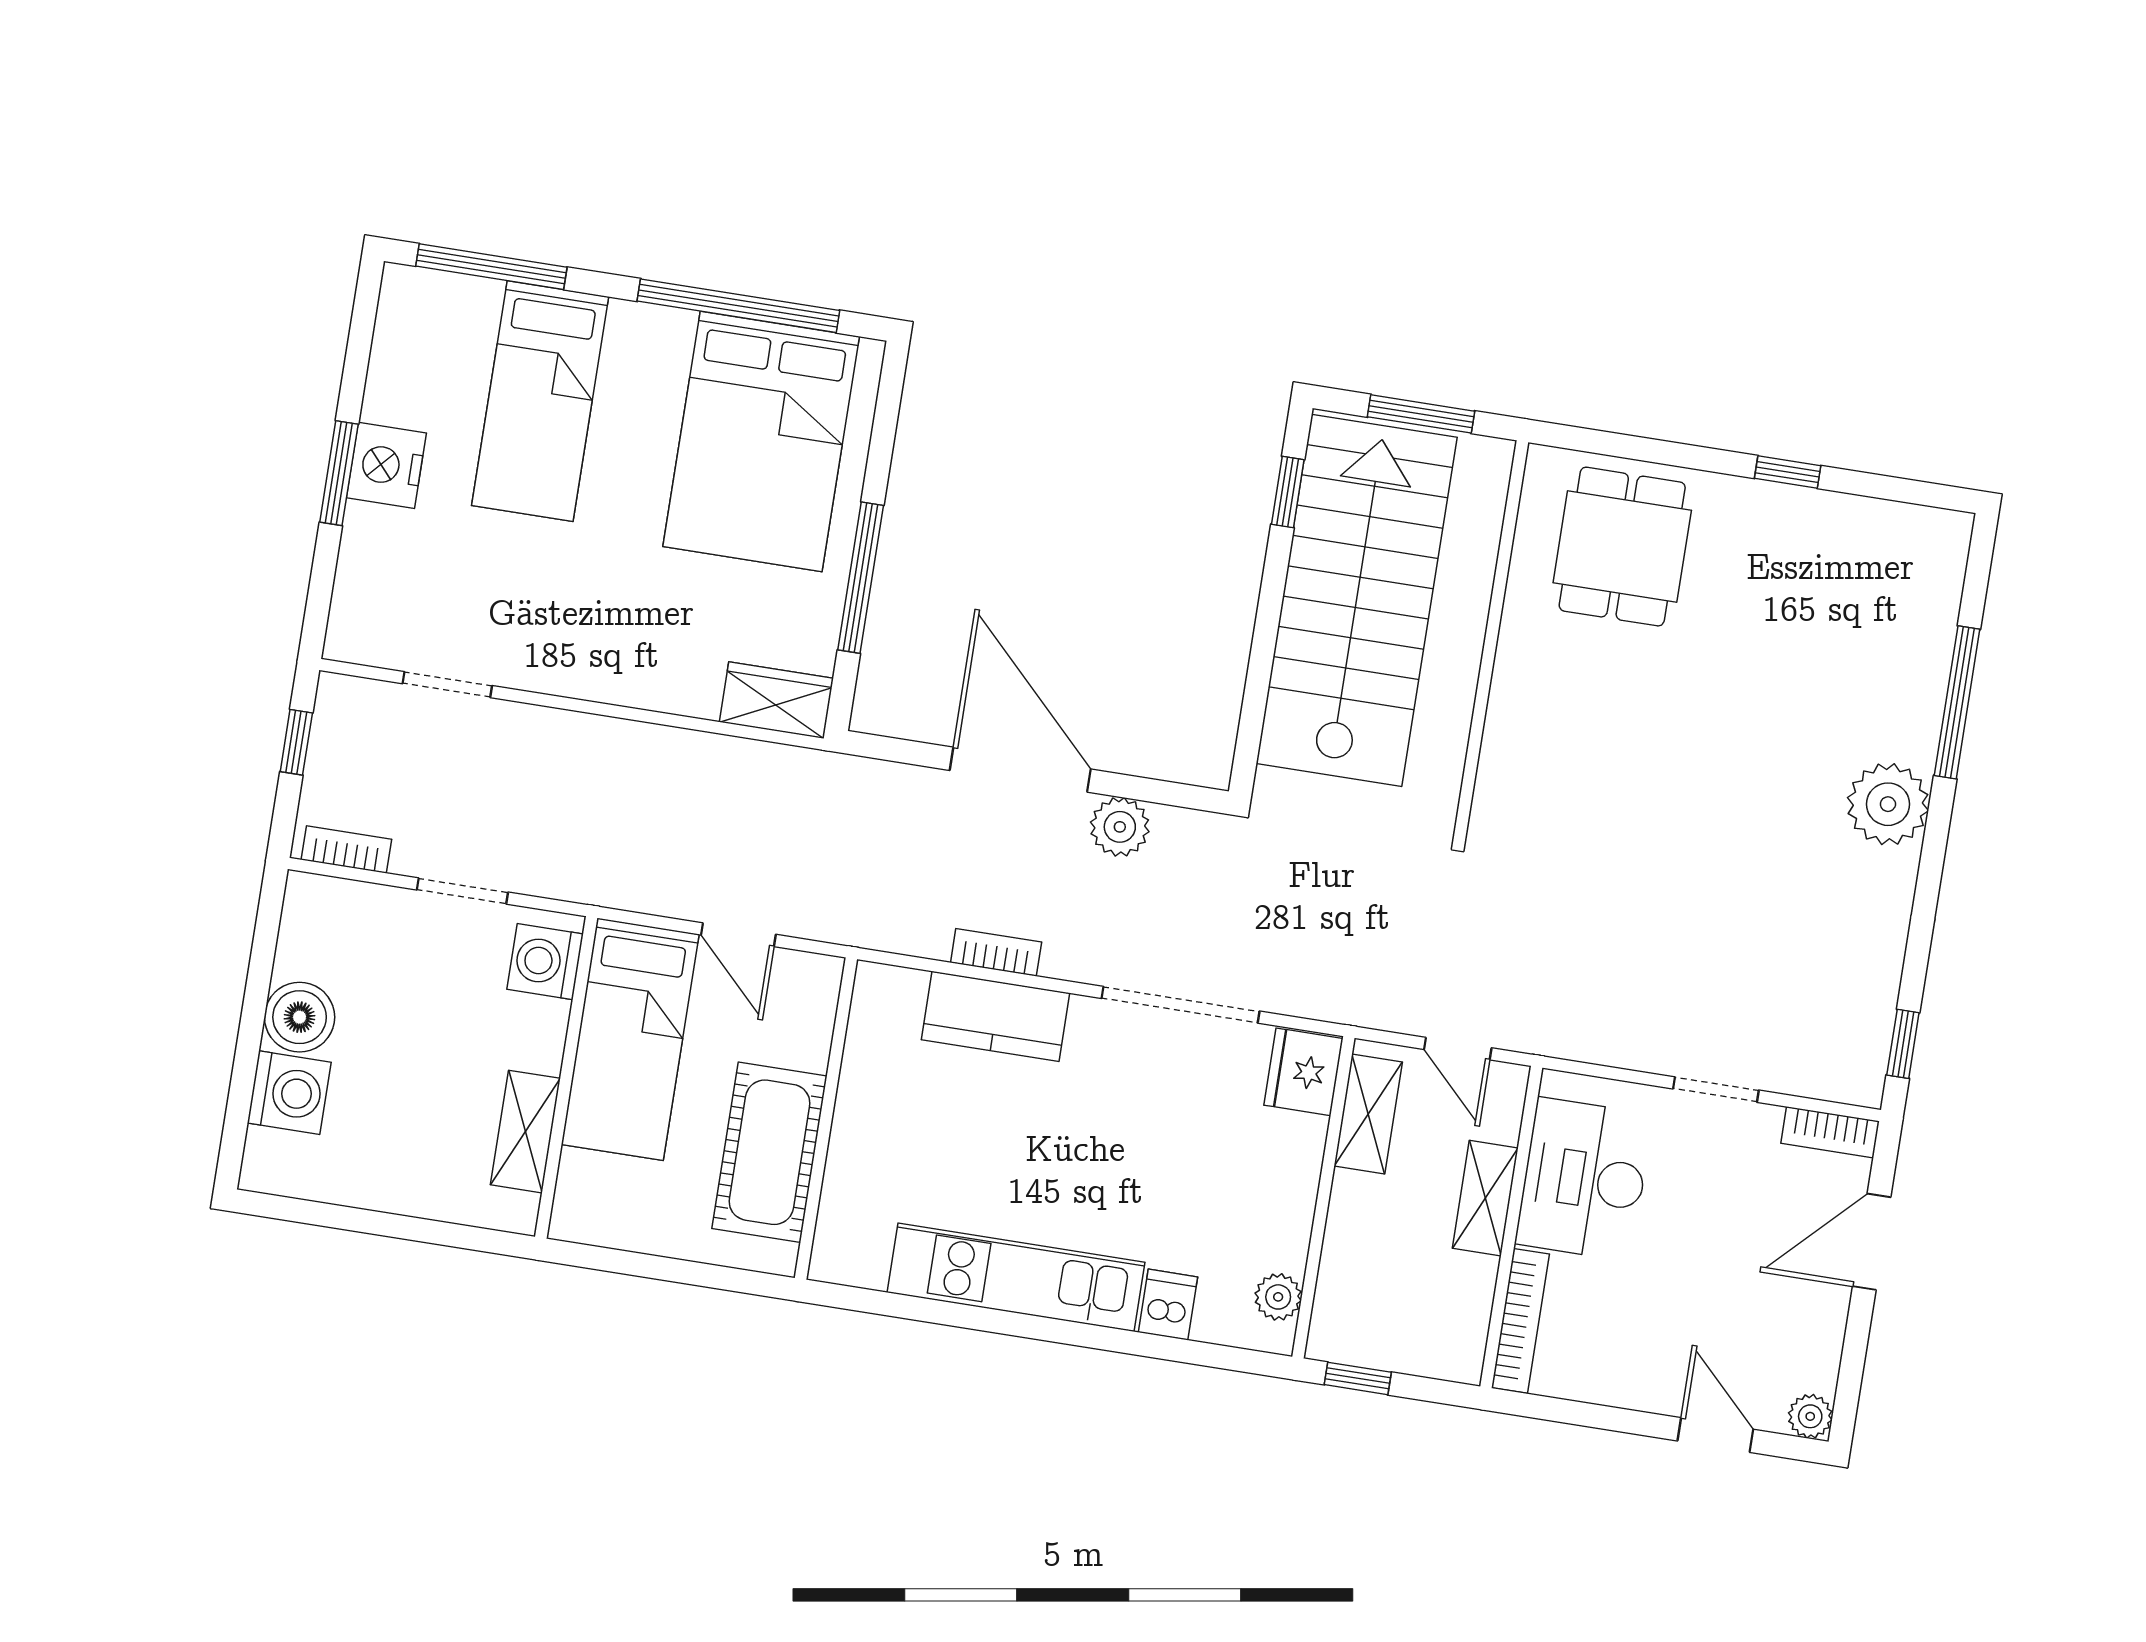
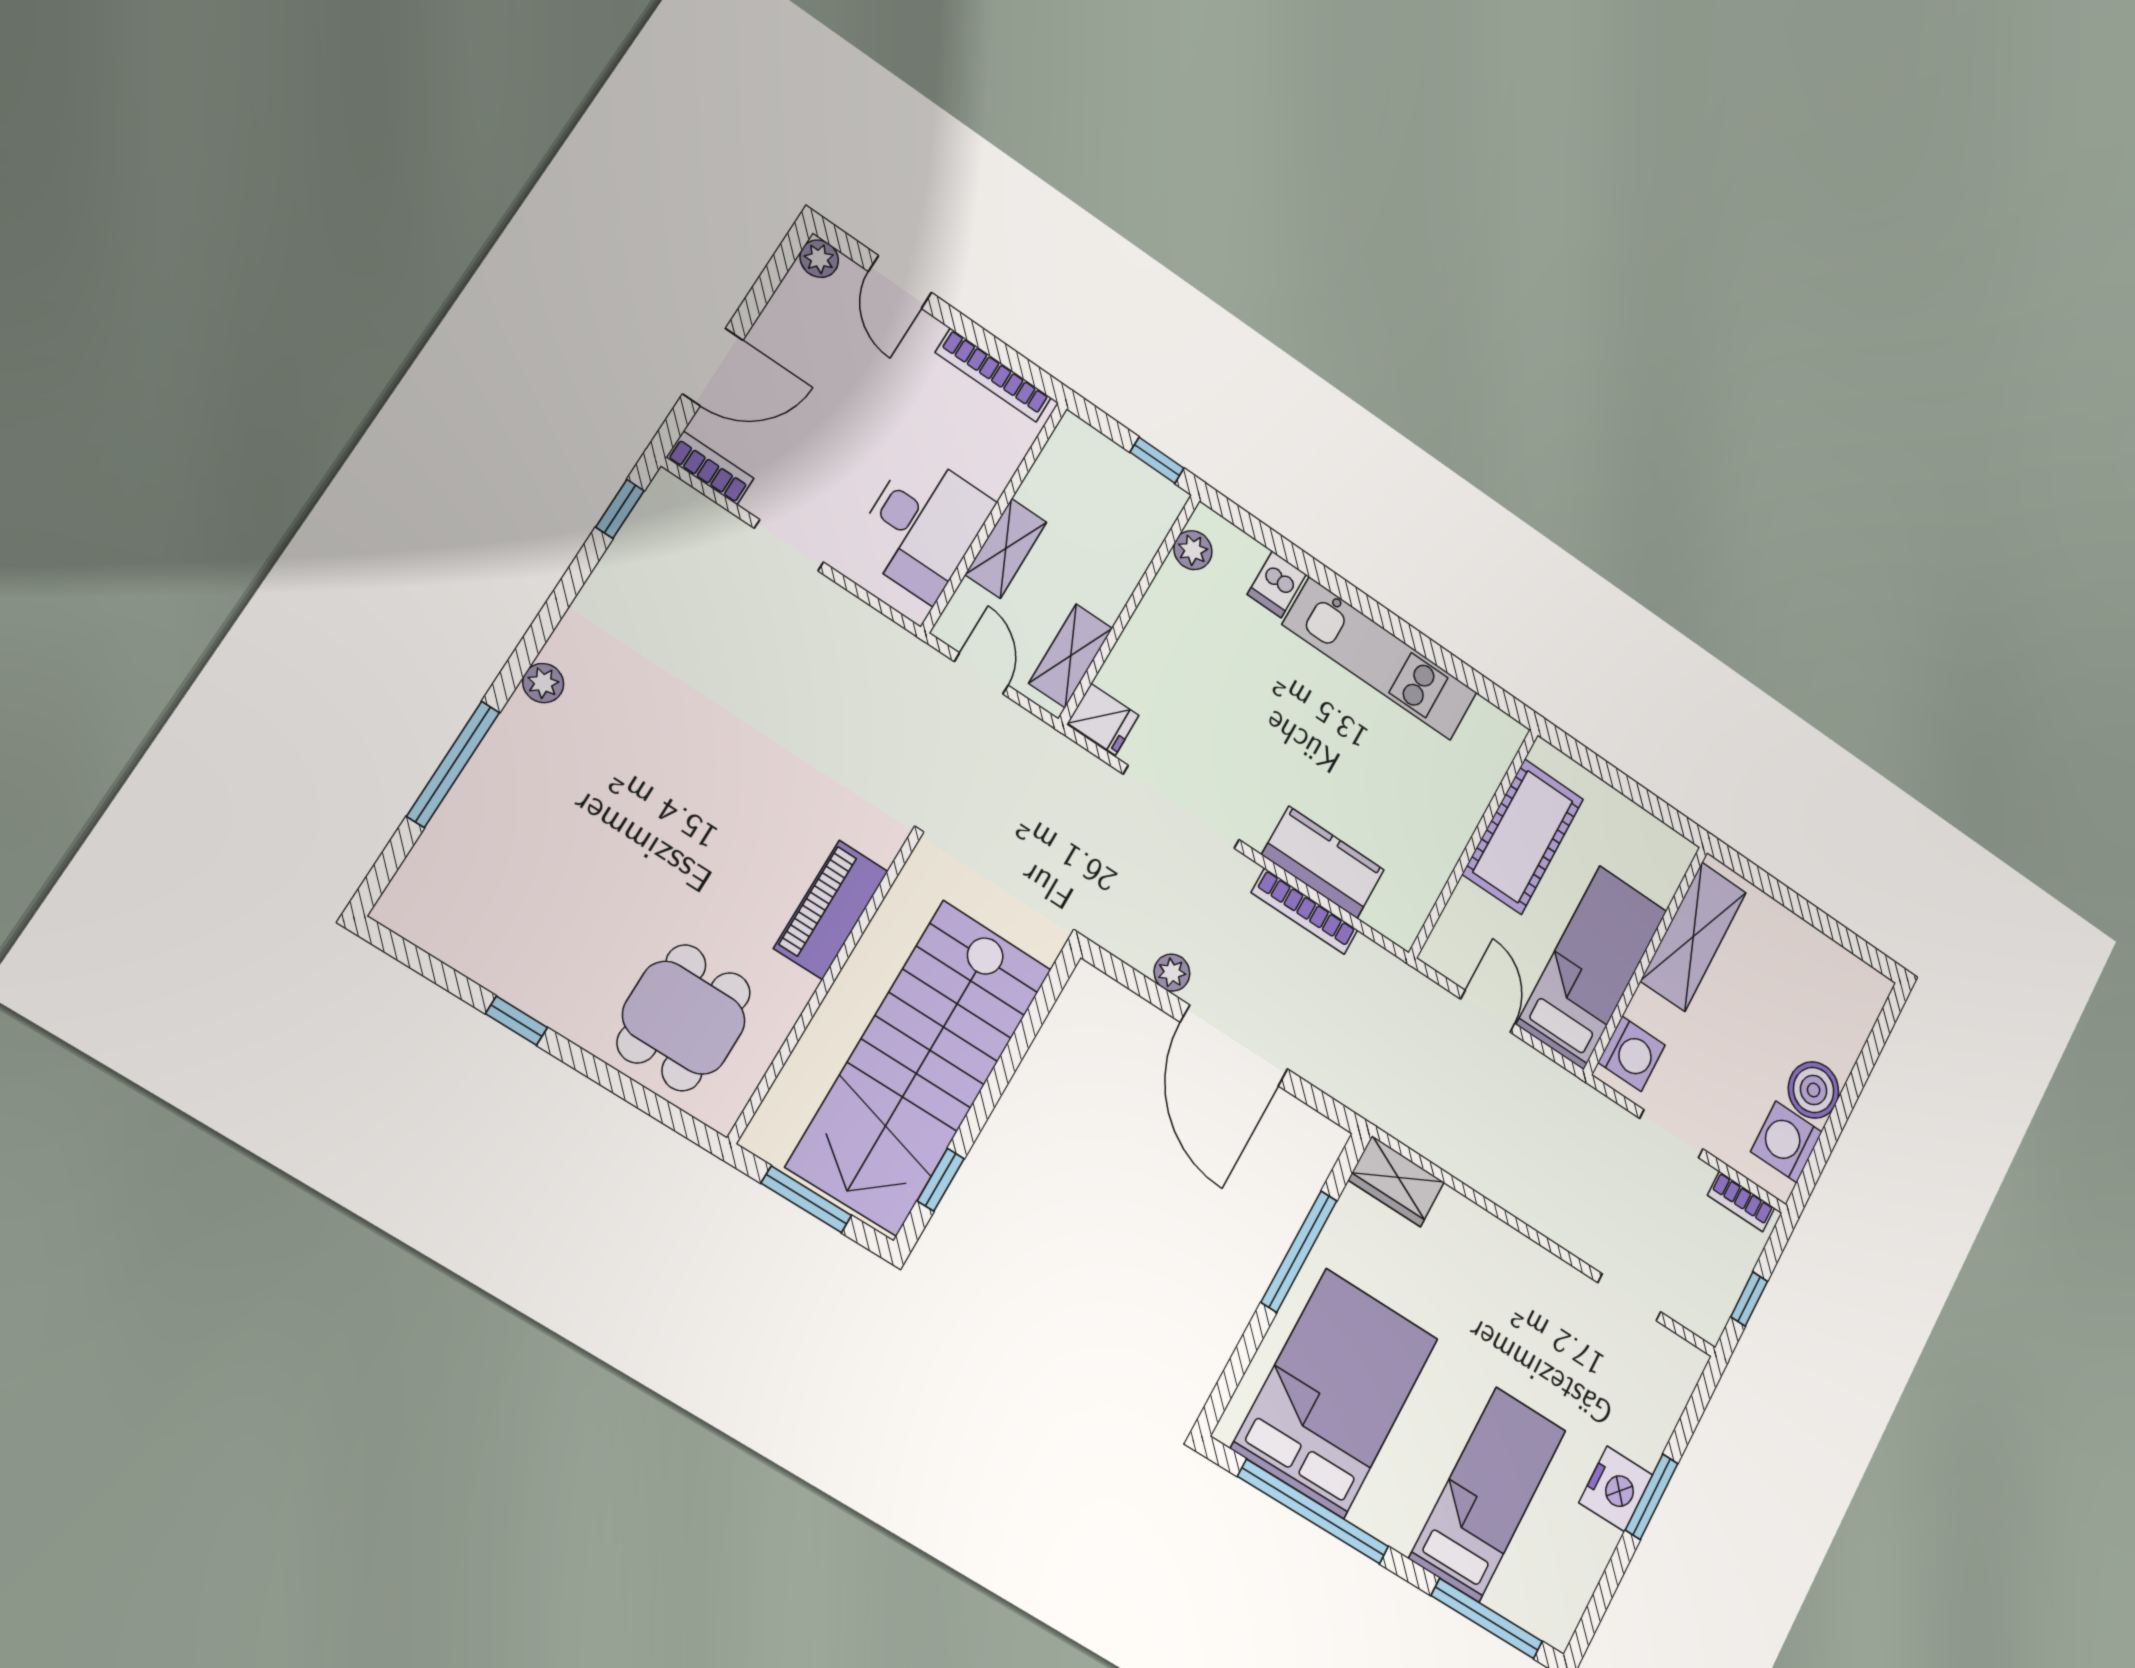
piano: (1516, 724) -> (831, 910), added
plant: (1888, 804) -> (543, 683), width x0.53, depth x0.53
plant: (1120, 827) -> (1172, 973), width x0.73, depth x0.73
bookcase: (996, 952) -> (1305, 911), width x1.56
fridge: (1303, 1072) -> (1103, 719), width x0.72
washing machine: (289, 1093) -> (1786, 1142), moved
shelving: (525, 1132) -> (1693, 937), width x1.50, depth x1.33
bookcase: (1520, 1321) -> (993, 375), moved, turned -90

